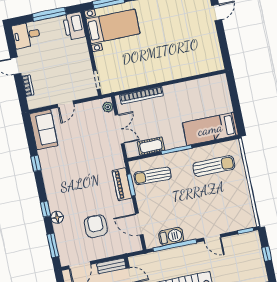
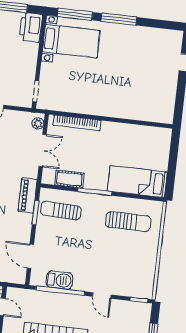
piano: (122, 184) -> (28, 196), moved

